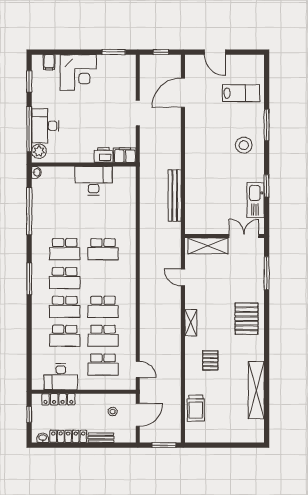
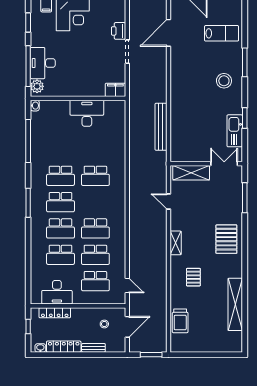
printer: (104, 155) -> (119, 31), moved, turned -90

